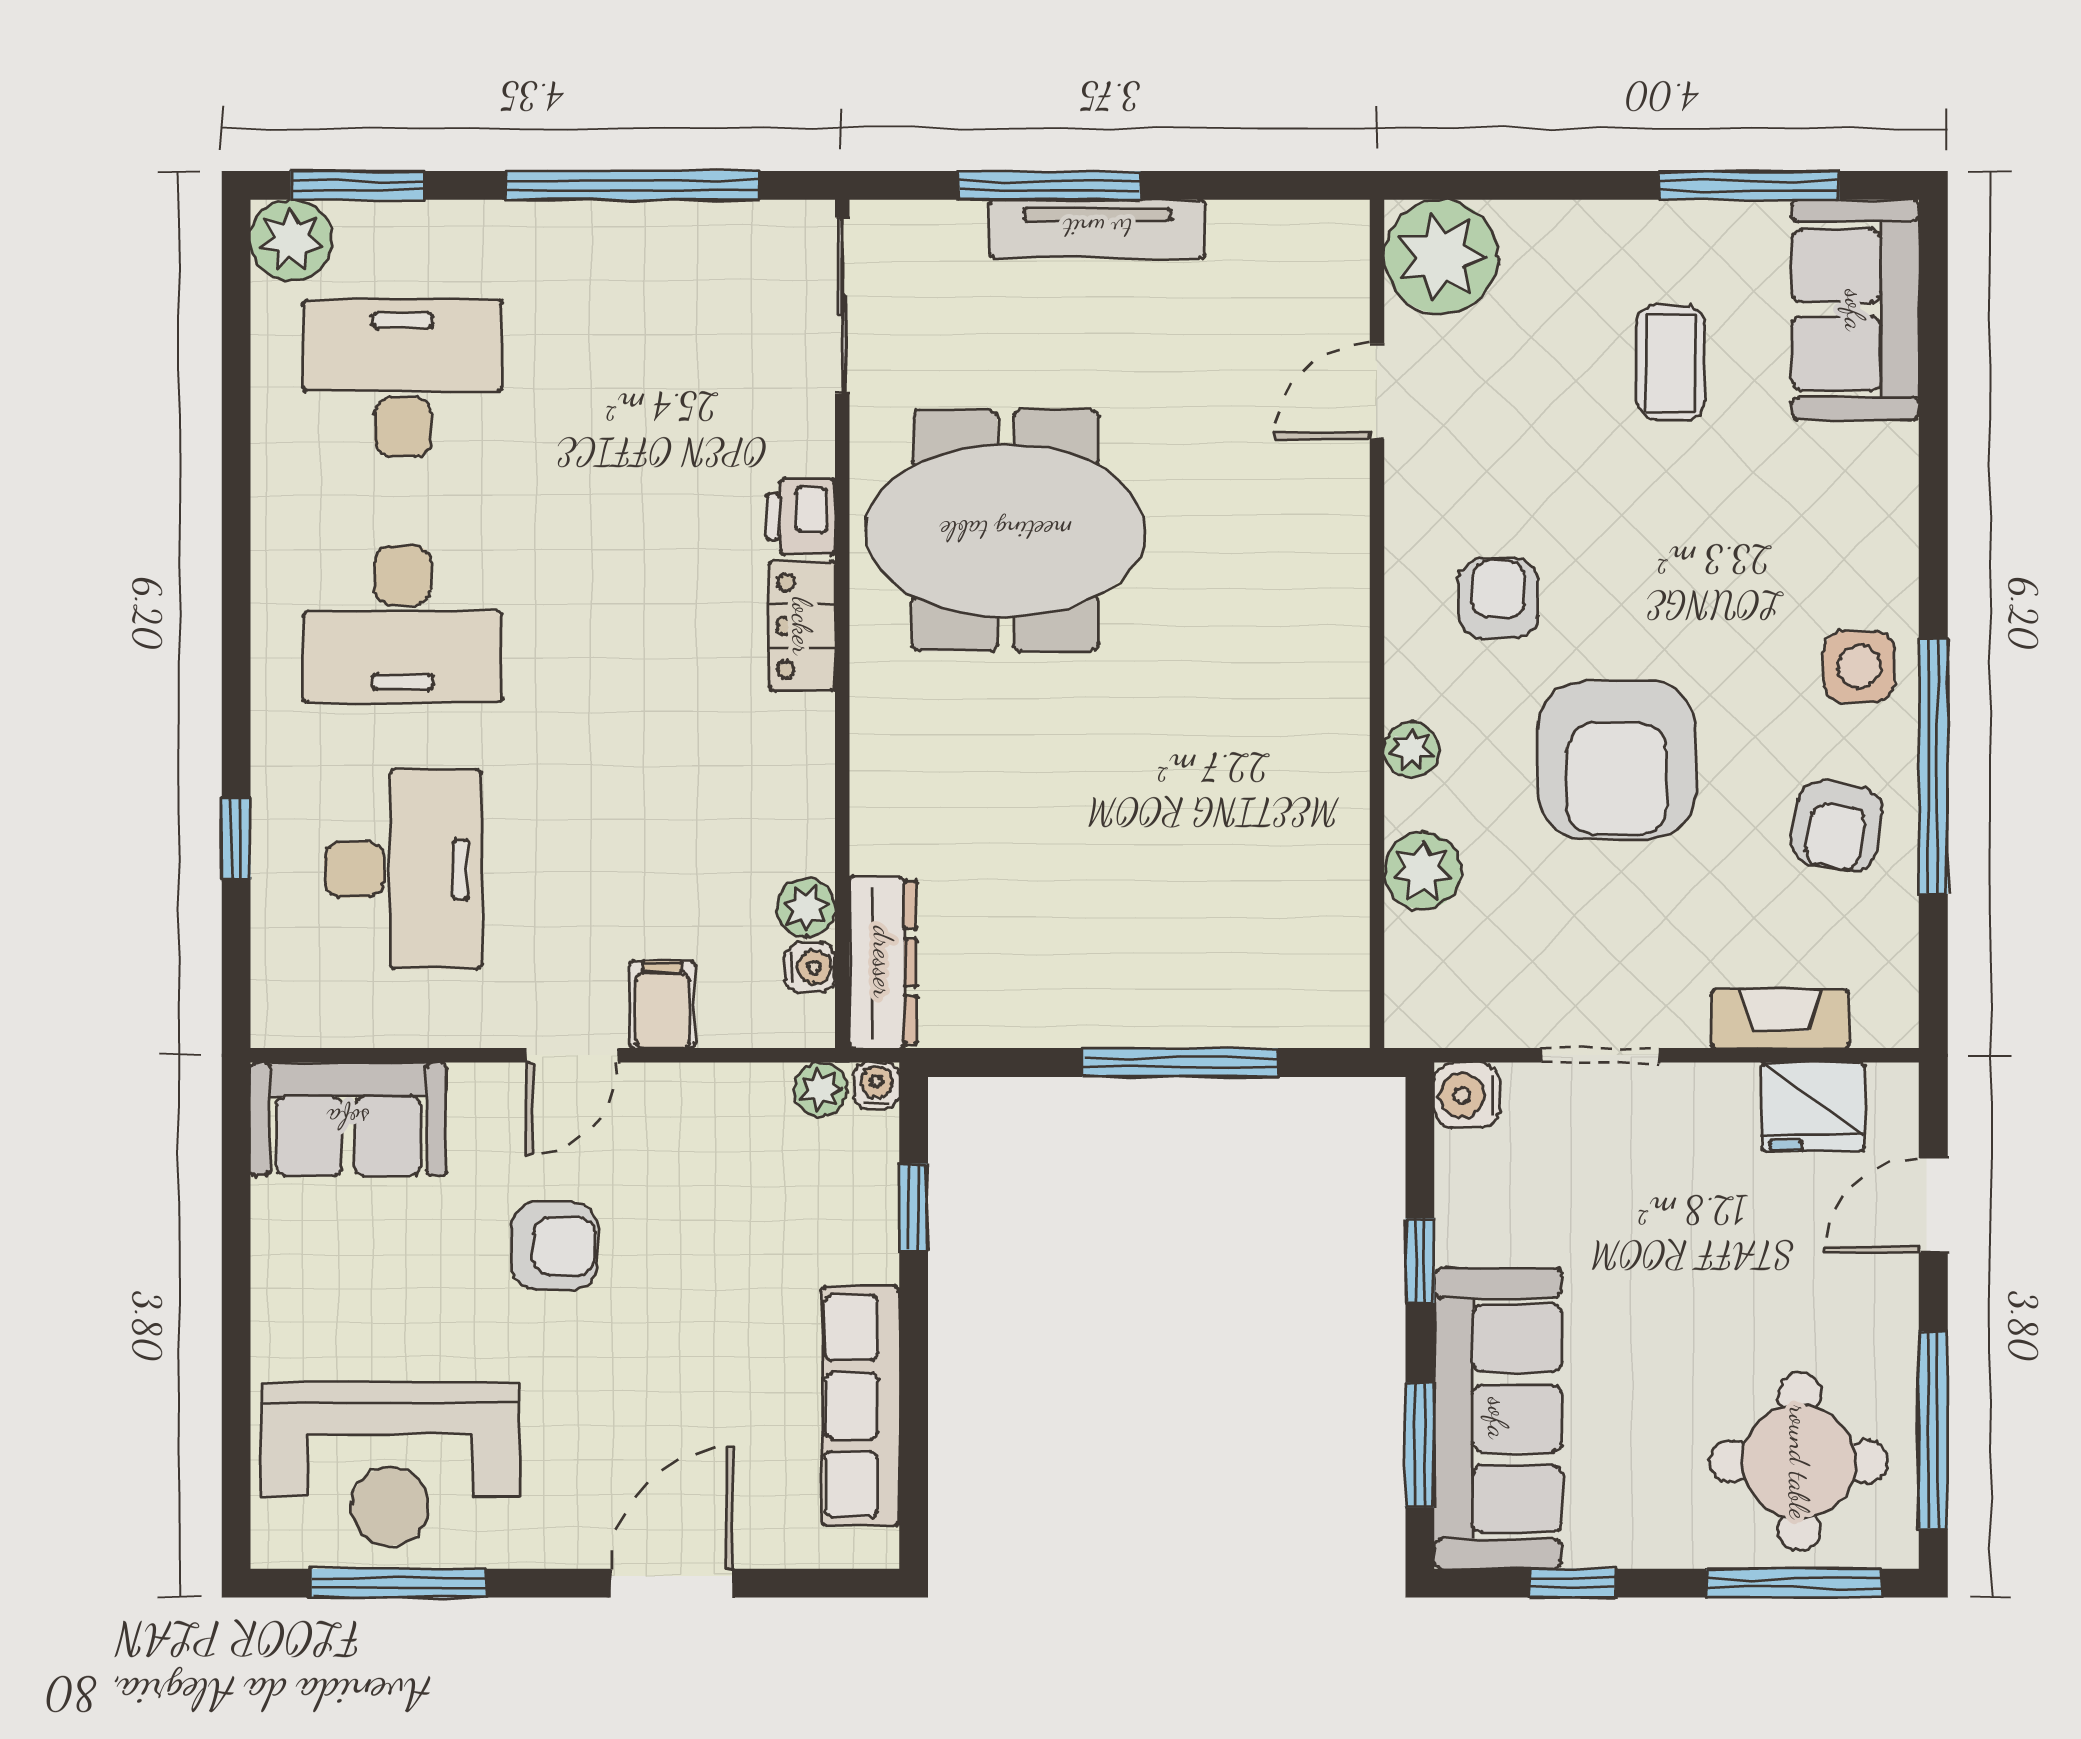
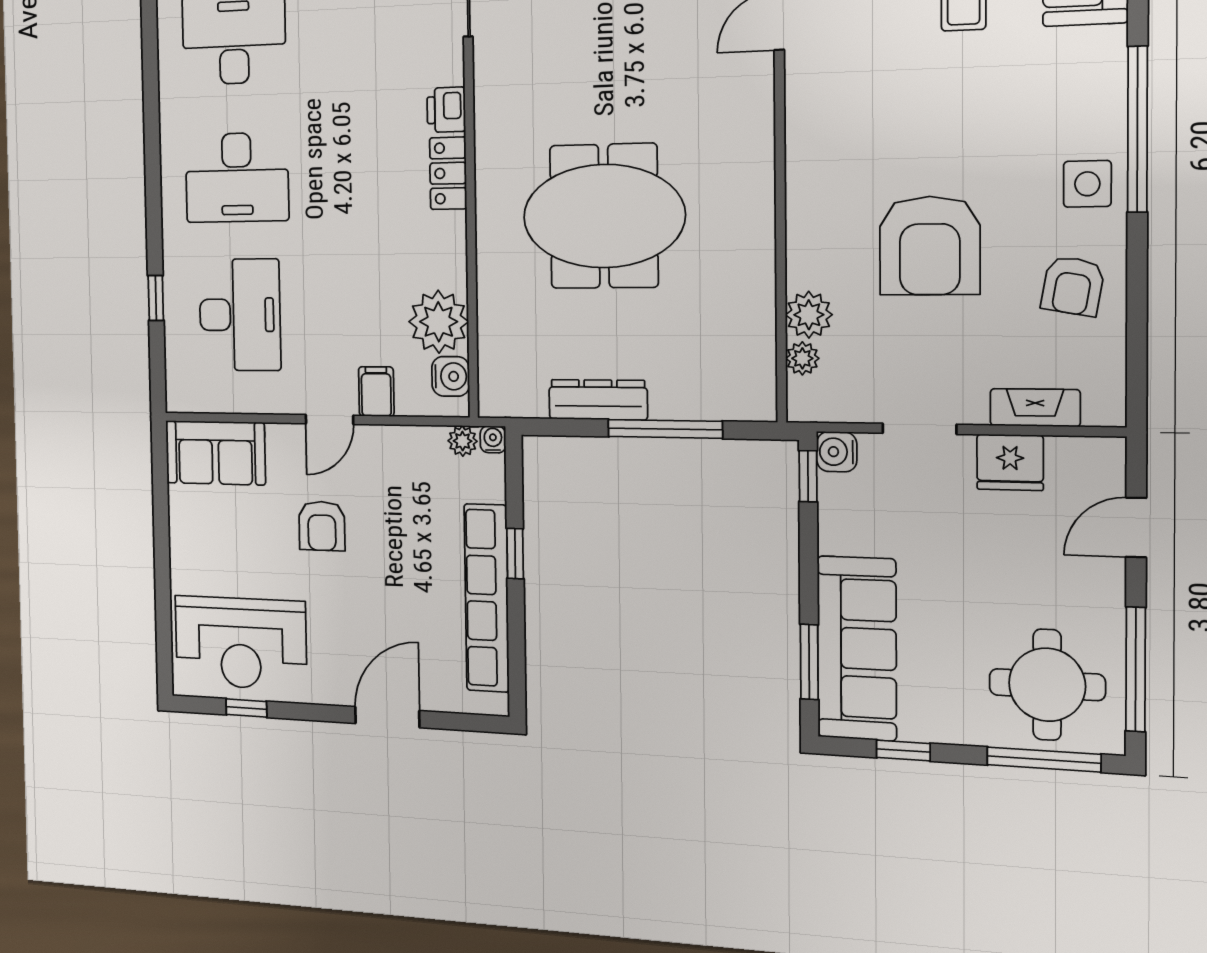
meeting table: (1005, 531) -> (604, 216), moved
armchair: (1499, 599) -> (855, 146), removed
plant: (1412, 749) -> (802, 358), moved
window: (1933, 766) -> (1137, 129), moved
plant: (806, 908) -> (439, 322), width x1.88, depth x1.88
dresser: (883, 962) -> (598, 400), moved, turned -90
water cooler: (810, 967) -> (451, 376), width x1.38, depth x1.38
fridge: (1813, 1107) -> (1010, 462), moved
window: (914, 1207) -> (515, 554), moved
armchair: (554, 1246) -> (322, 526), turned 90
window: (1420, 1261) -> (808, 476), moved
row of seats: (860, 1406) -> (487, 598), width x1.36
window: (399, 1583) -> (246, 708), width x0.46

